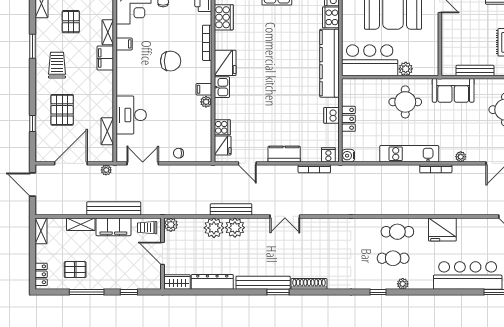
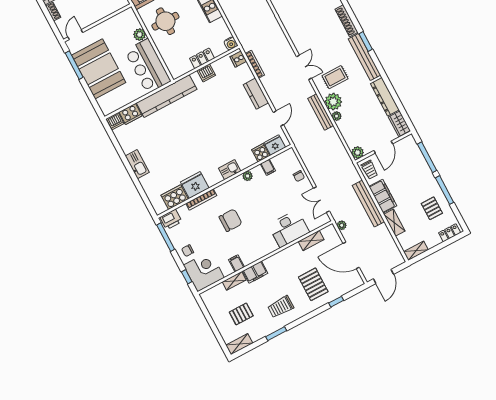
chair: (171, 61) -> (231, 220), turned 90
fridge: (225, 63) -> (195, 185), moved
filing cabinet: (204, 89) -> (268, 167), moved
pallet: (62, 110) -> (313, 284), turned 90
plant: (214, 228) -> (337, 116), width x0.53, depth x0.53
rug: (259, 242) -> (335, 77), added
window: (129, 292) -> (427, 157), width x2.17

